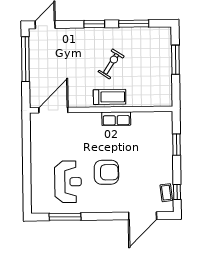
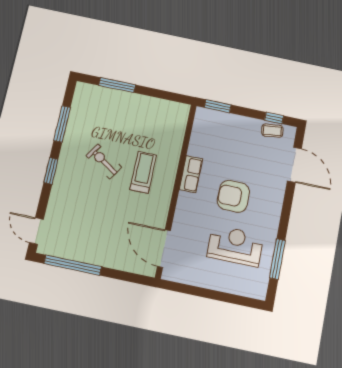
door: (53, 110) -> (164, 249), moved
wall: (101, 110) -> (176, 190), moved
row of seats: (116, 119) -> (191, 174), moved
armchair: (106, 172) -> (233, 196), turned -90

